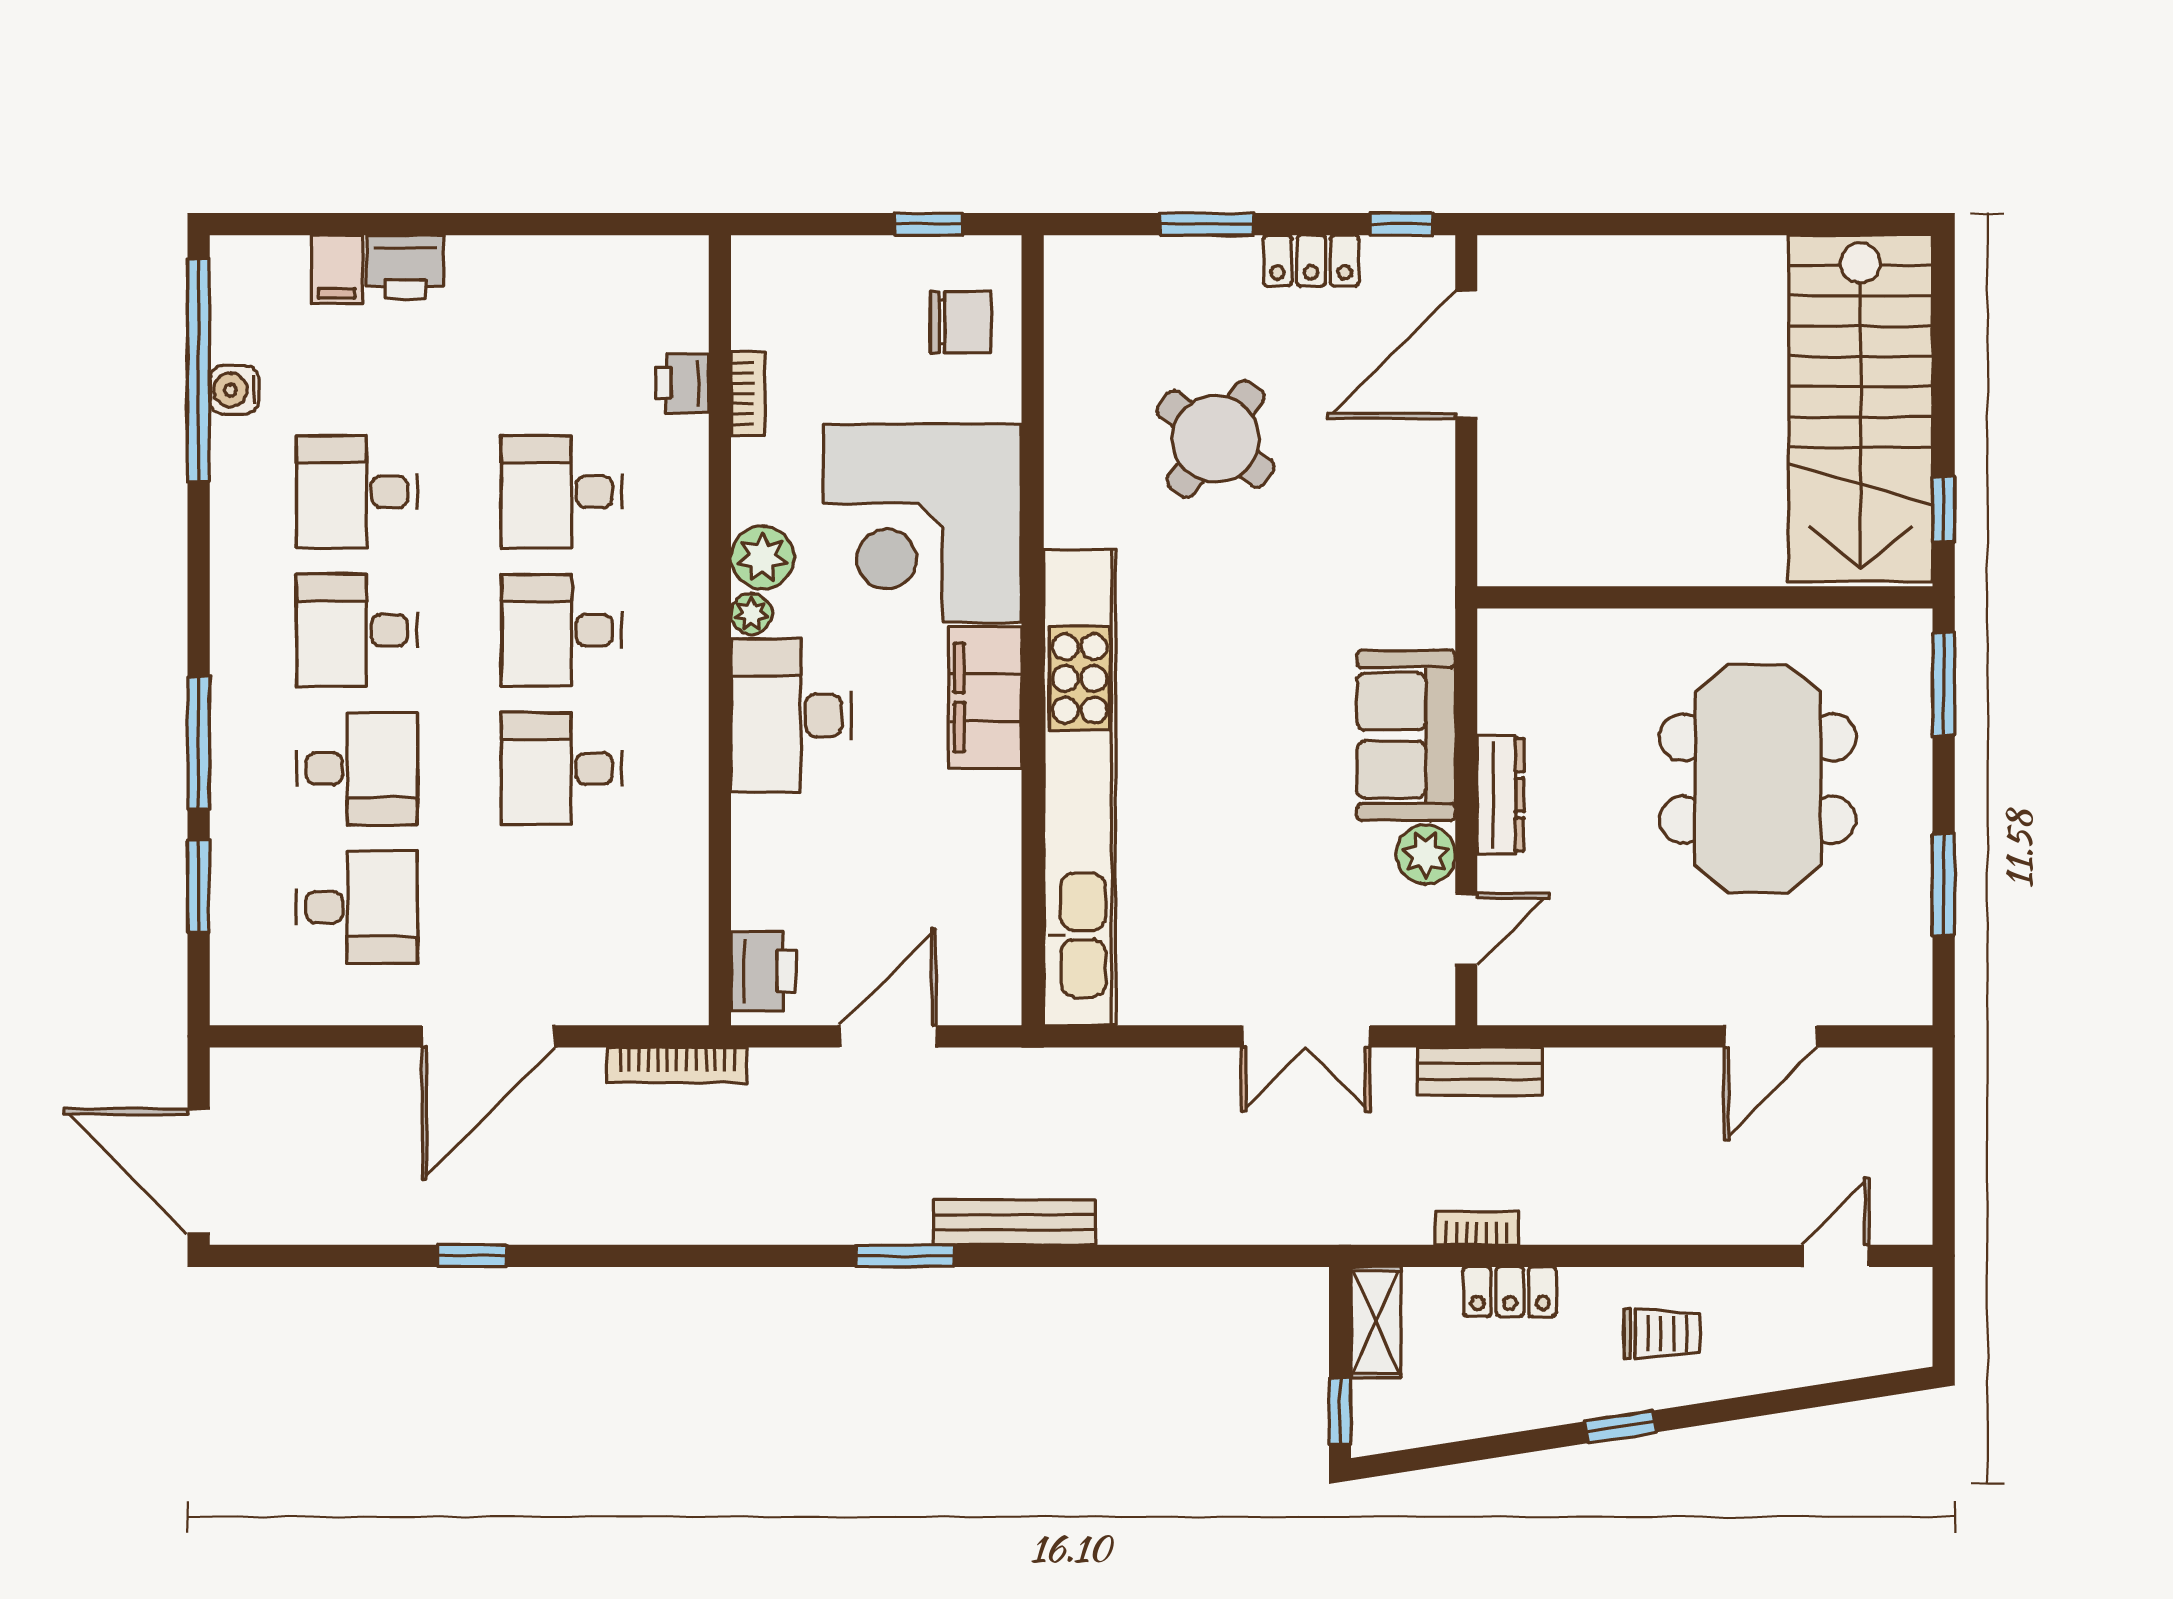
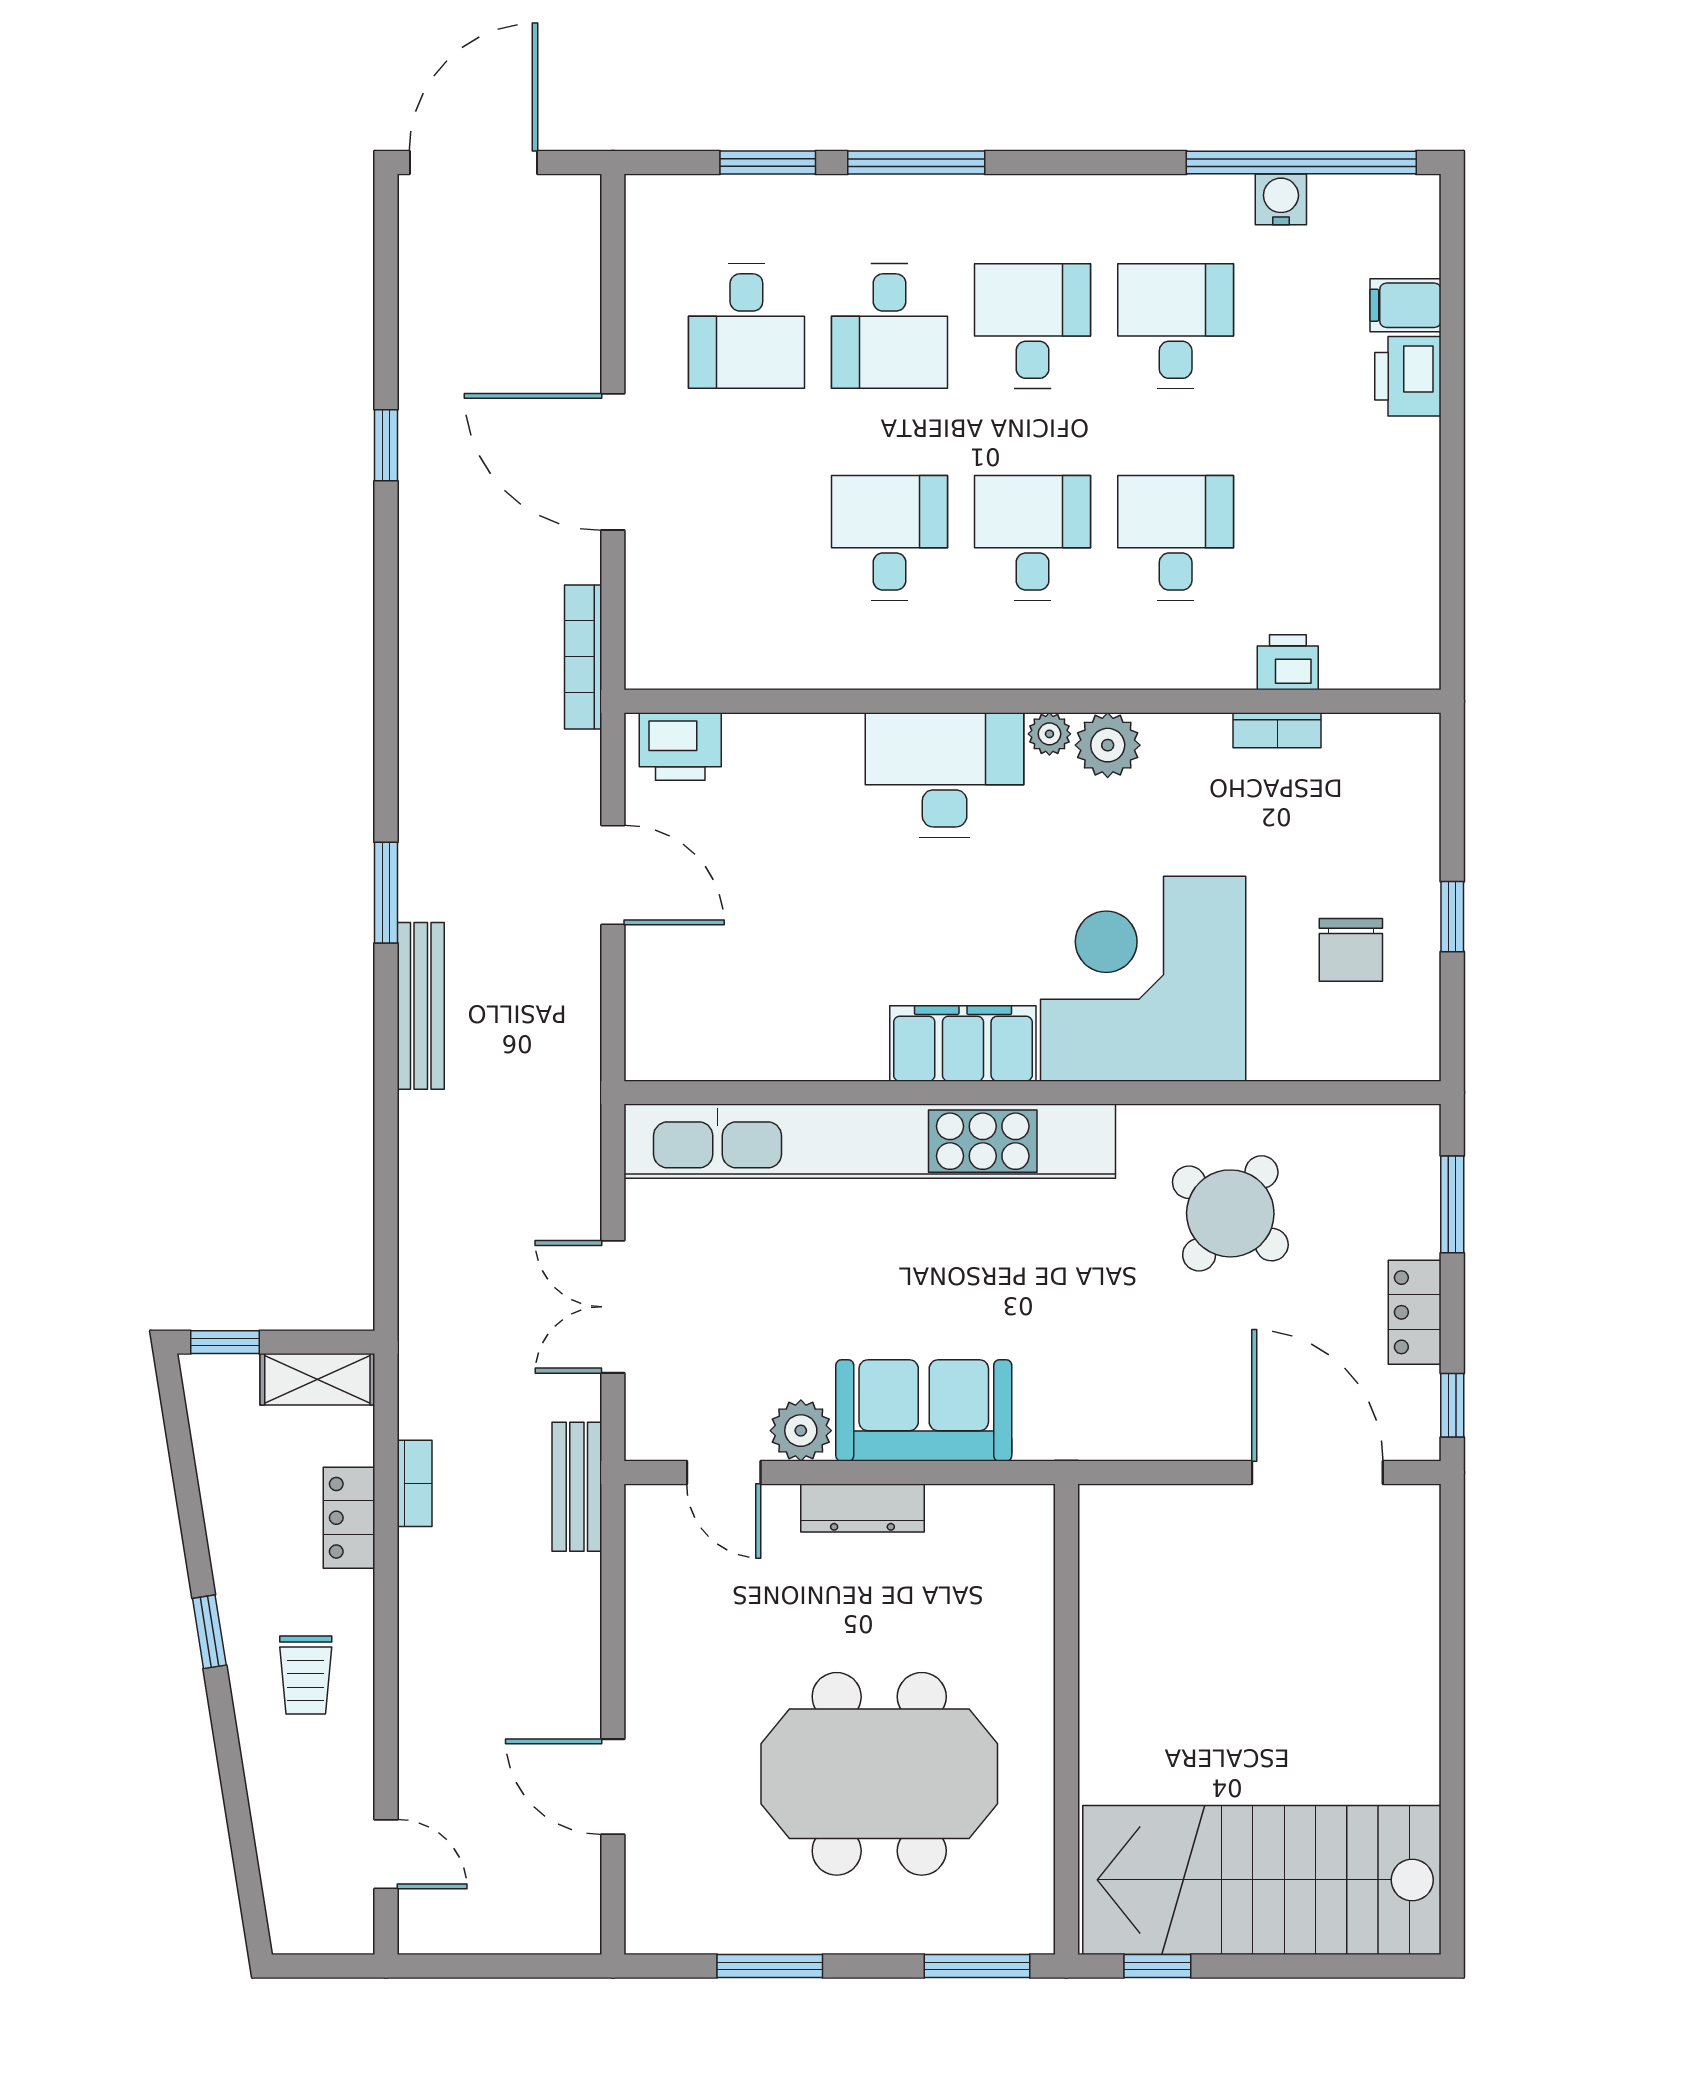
corner desk: (922, 523) -> (1143, 979), moved
wall: (1033, 630) -> (1033, 1093), moved
filing cabinet: (985, 698) -> (963, 1043), moved
kitchen unit: (1080, 788) -> (870, 1141), moved

